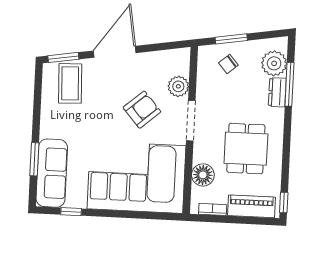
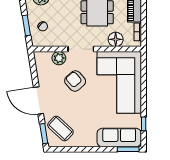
coffee table: (70, 83) -> (60, 128), turned 45
window: (34, 159) -> (128, 149), moved

